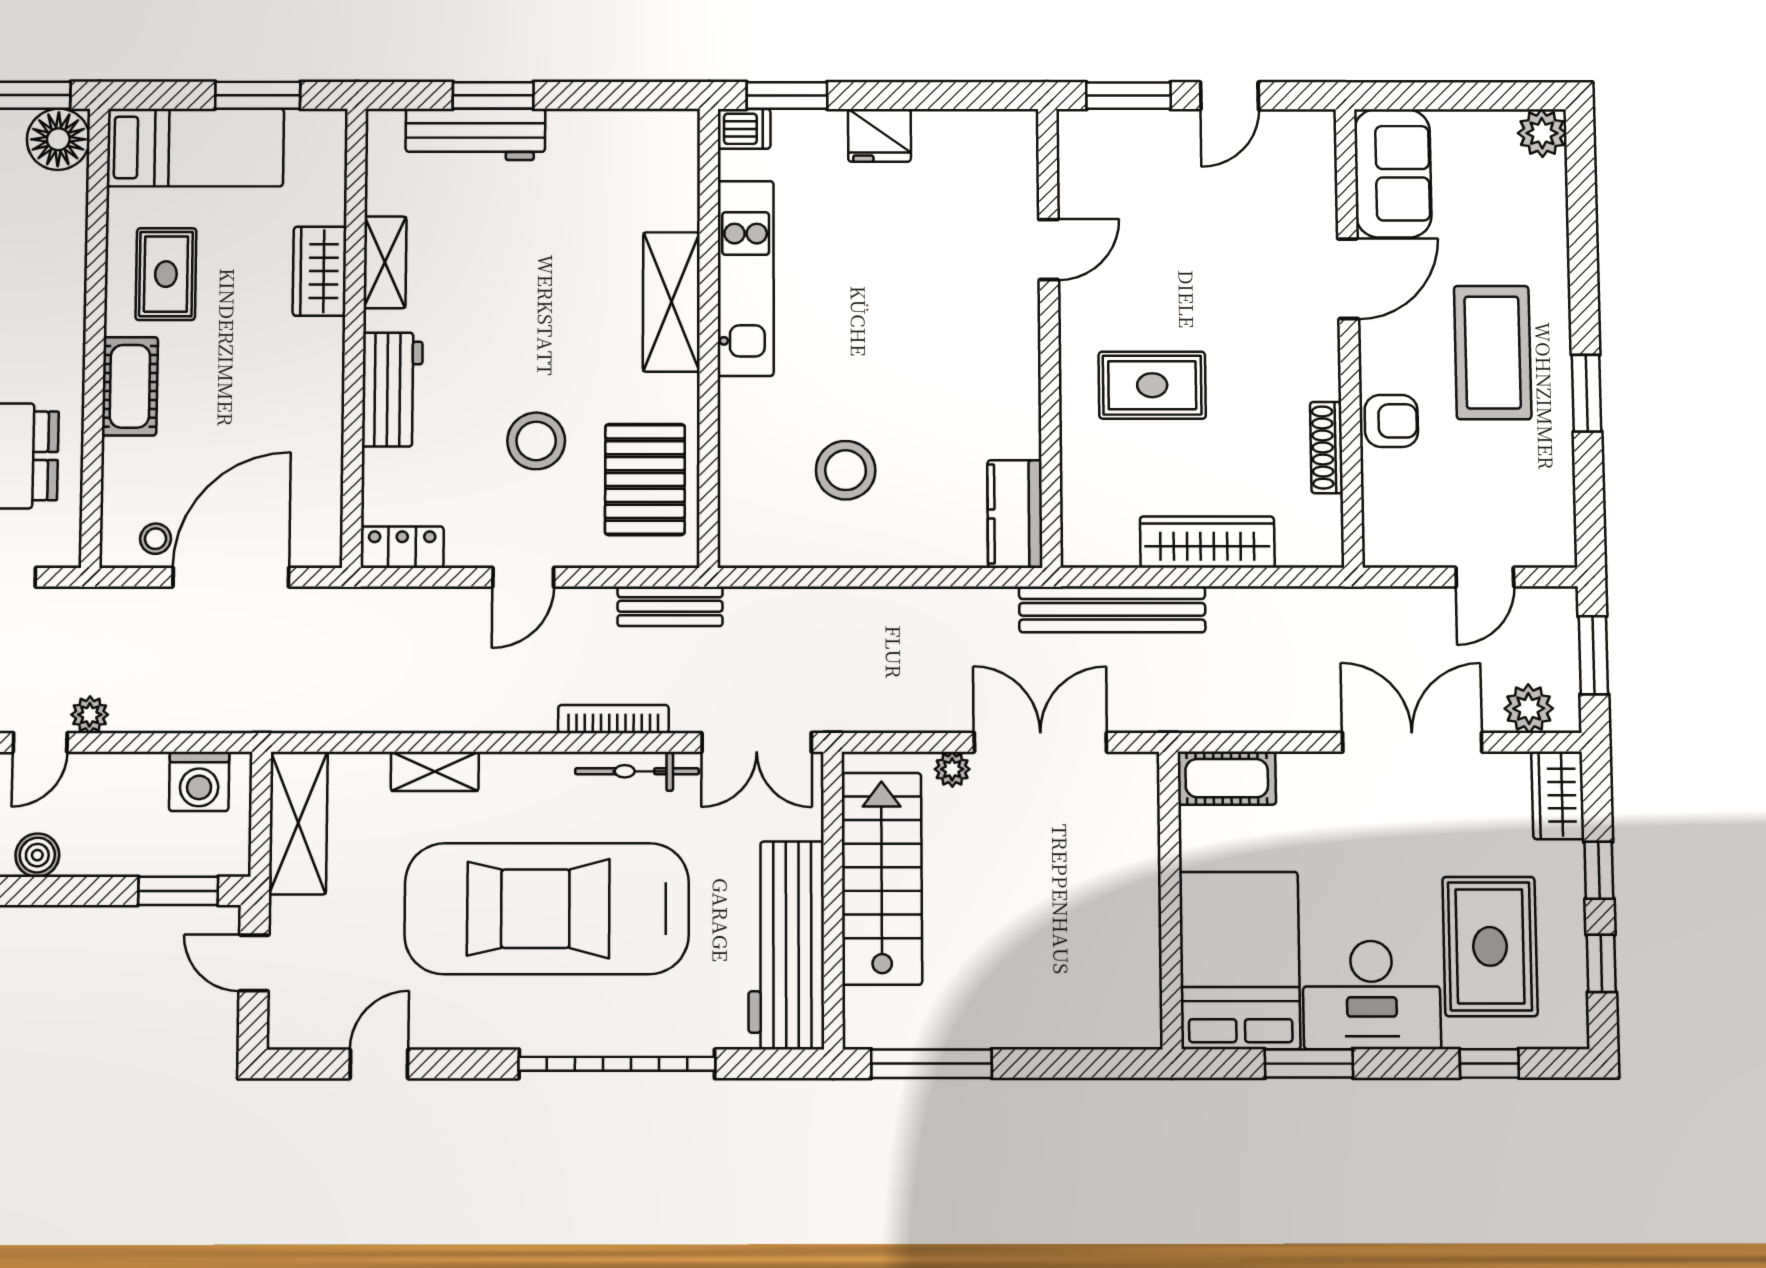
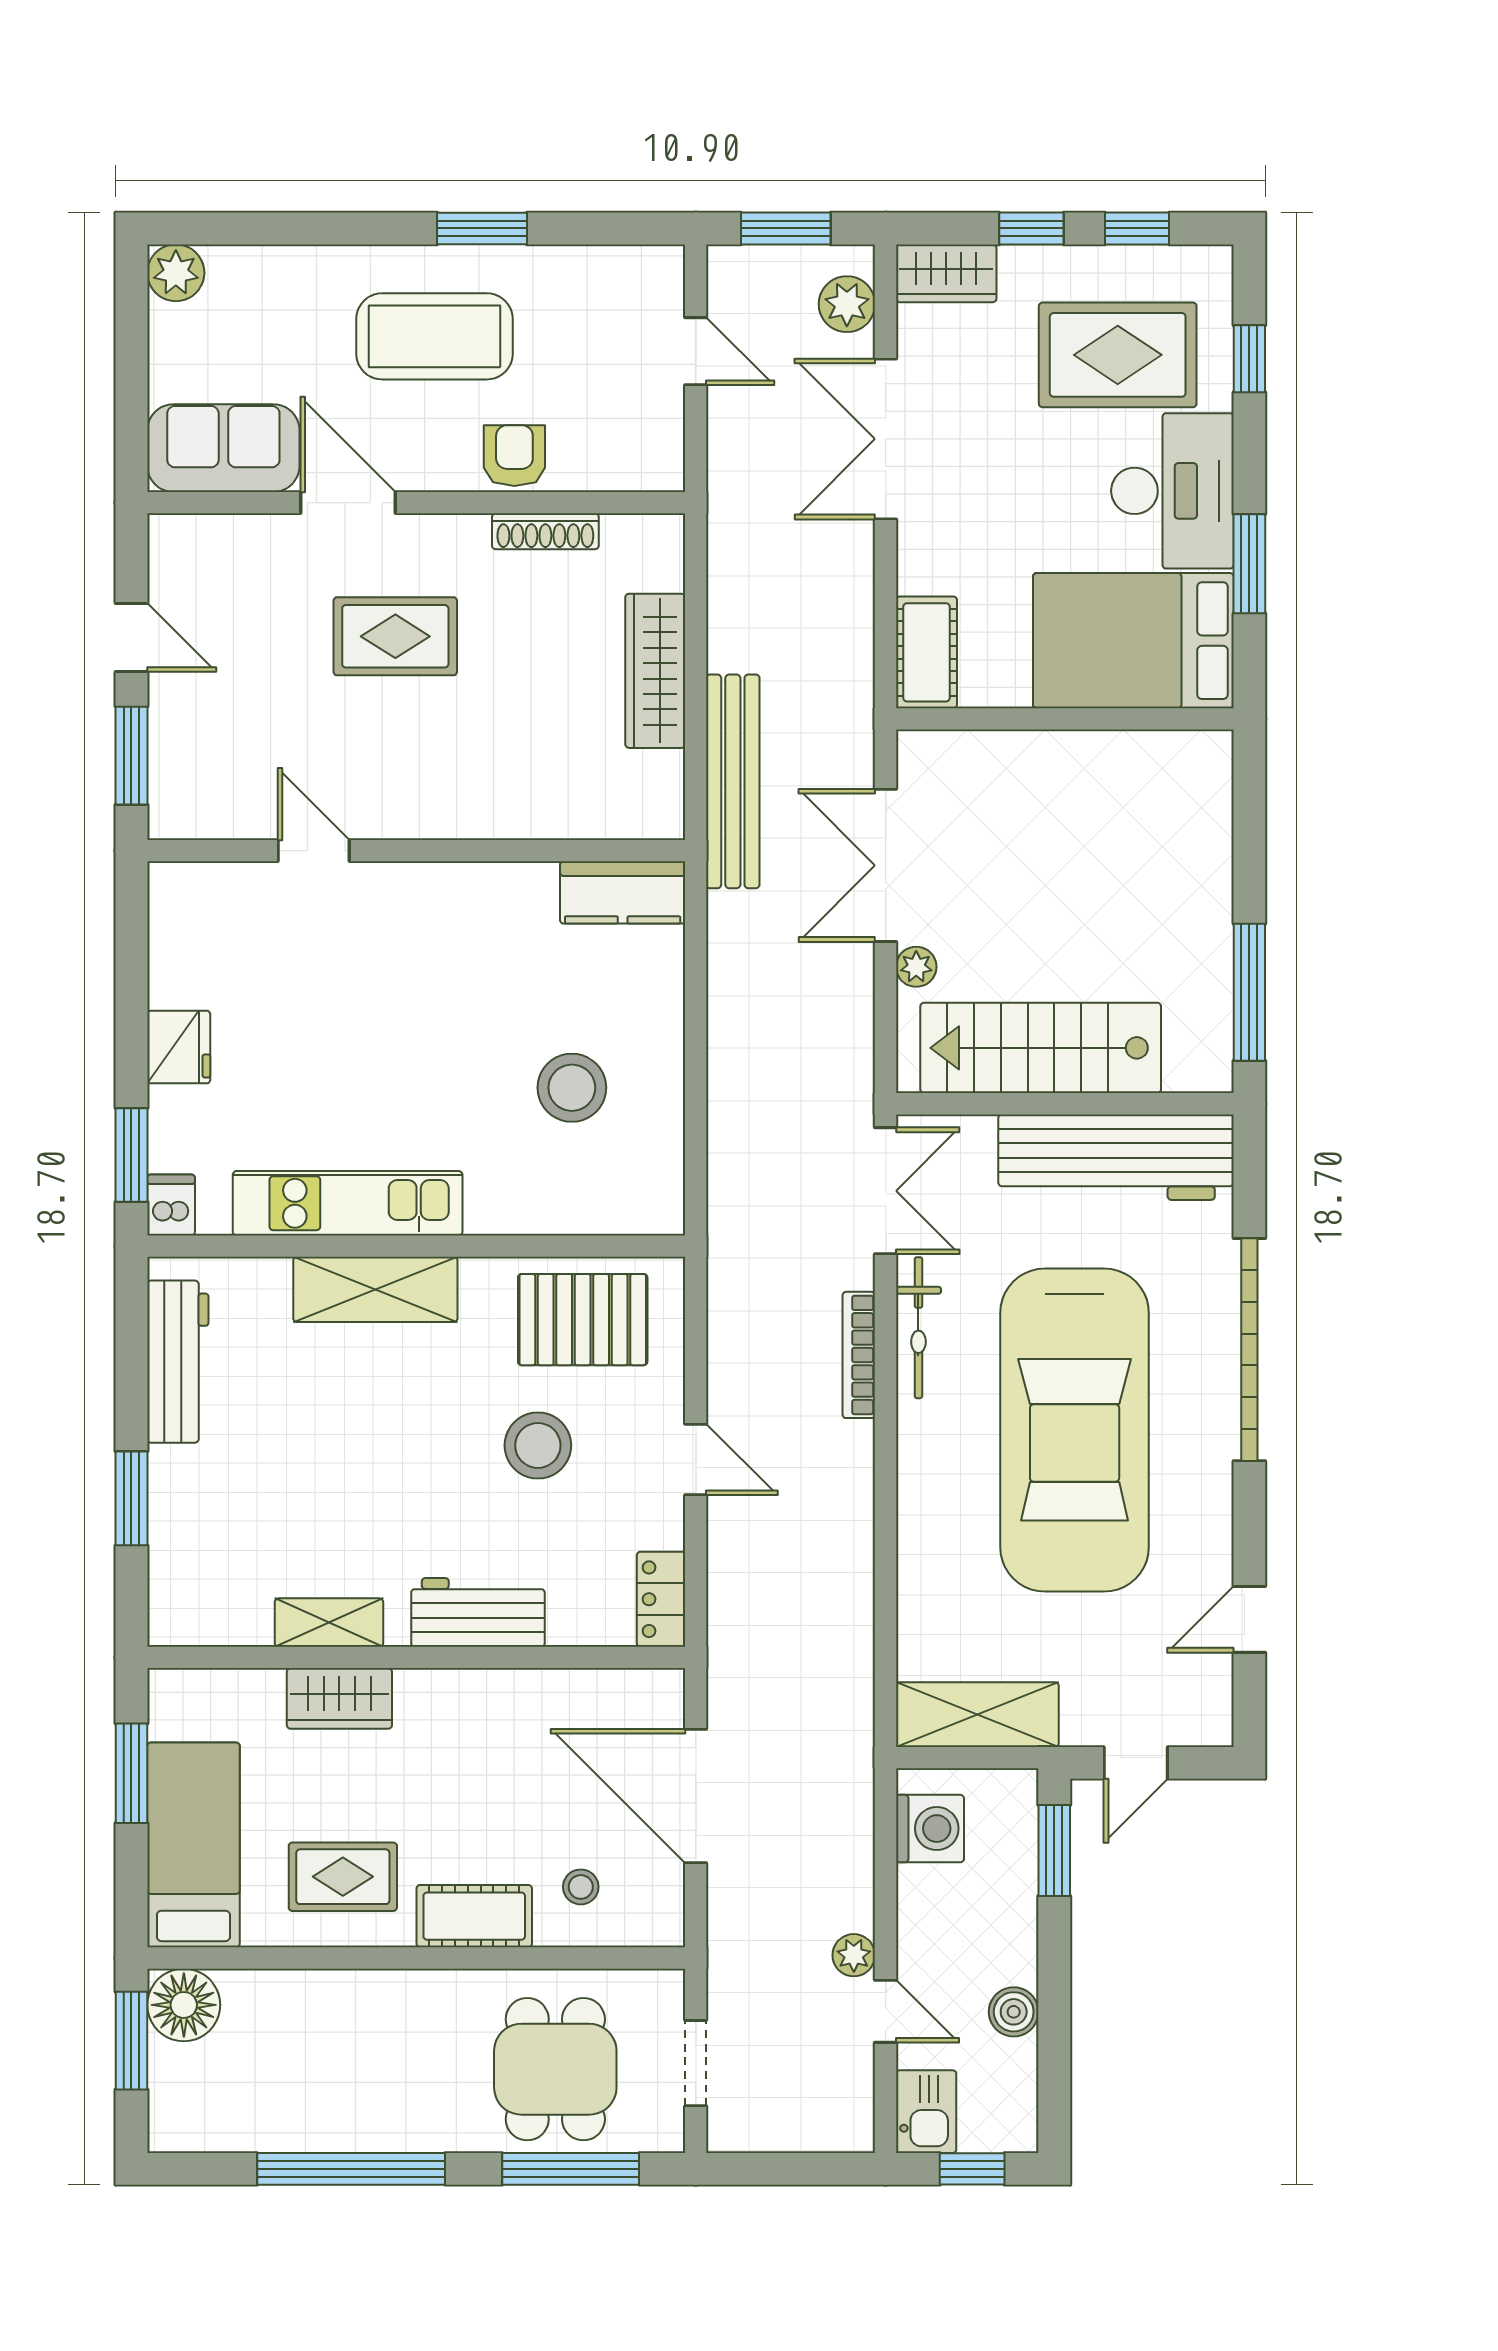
workbench: (475, 134) -> (178, 1362), moved
rug: (1152, 385) -> (395, 636), moved, turned 90
stool: (156, 539) -> (581, 1887), moved
bench: (670, 606) -> (729, 1290), removed
shelving: (435, 771) -> (919, 1559), removed
door: (379, 1064) -> (1249, 1619), hinge flipped

